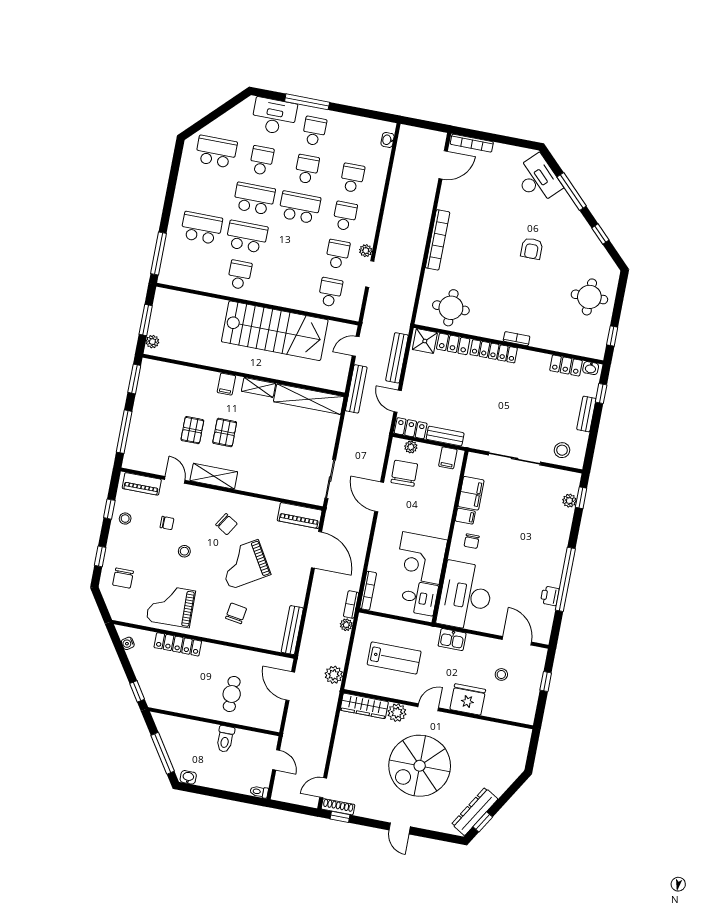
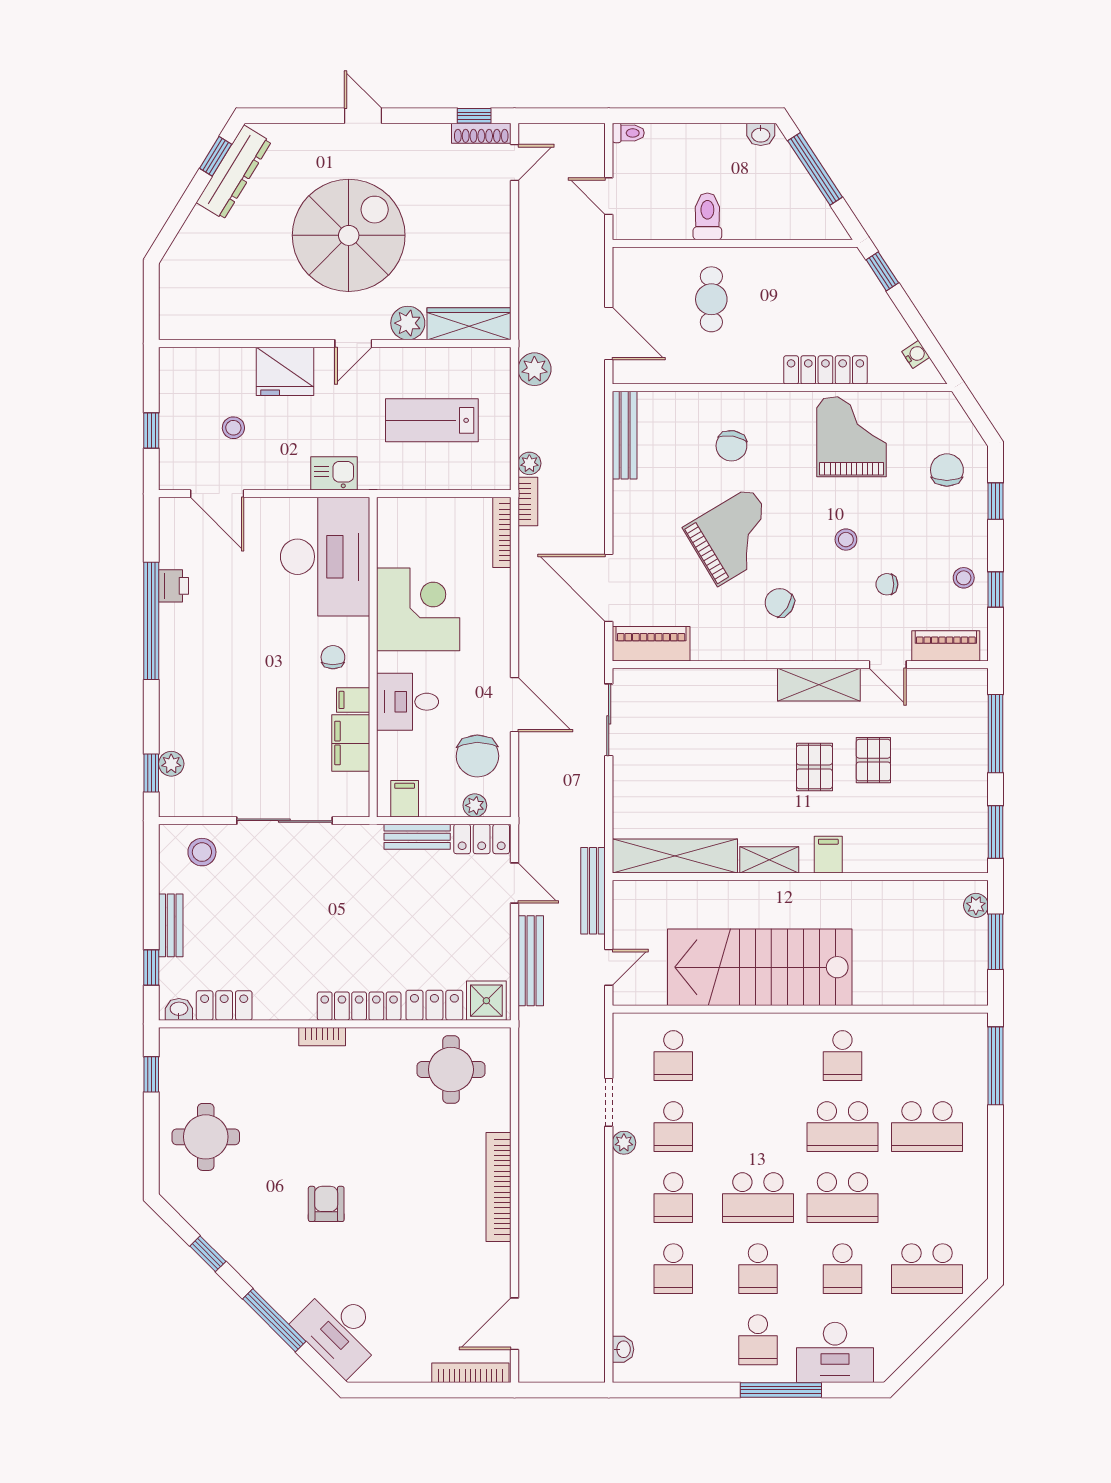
desk: (419, 598) -> (408, 702), moved
grand piano: (171, 606) -> (852, 437), turned -89

